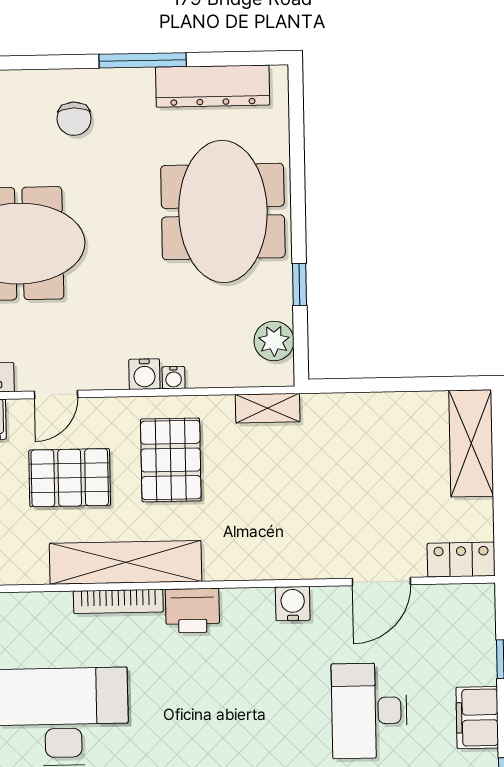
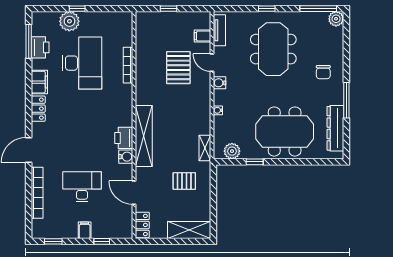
chair: (74, 119) -> (323, 72), turned -90
water cooler: (144, 374) -> (220, 83), moved
pallet: (171, 460) -> (184, 181), moved, width x0.67, depth x0.71
shelving: (126, 562) -> (144, 136), moved
bookcase: (118, 601) -> (128, 65), moved
printer: (192, 611) -> (124, 138), moved
filing cabinet: (477, 718) -> (85, 230), width x0.50

